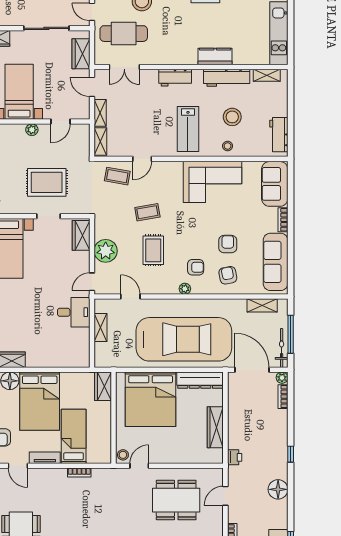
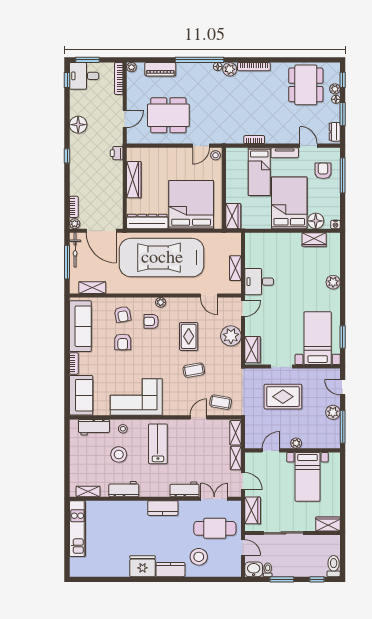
kitchen counter: (215, 56) -> (163, 508), moved
workbench: (175, 78) -> (185, 489), moved
workbench: (227, 78) -> (124, 489), width x0.73
workbench: (279, 135) -> (94, 427), moved, turned 90

